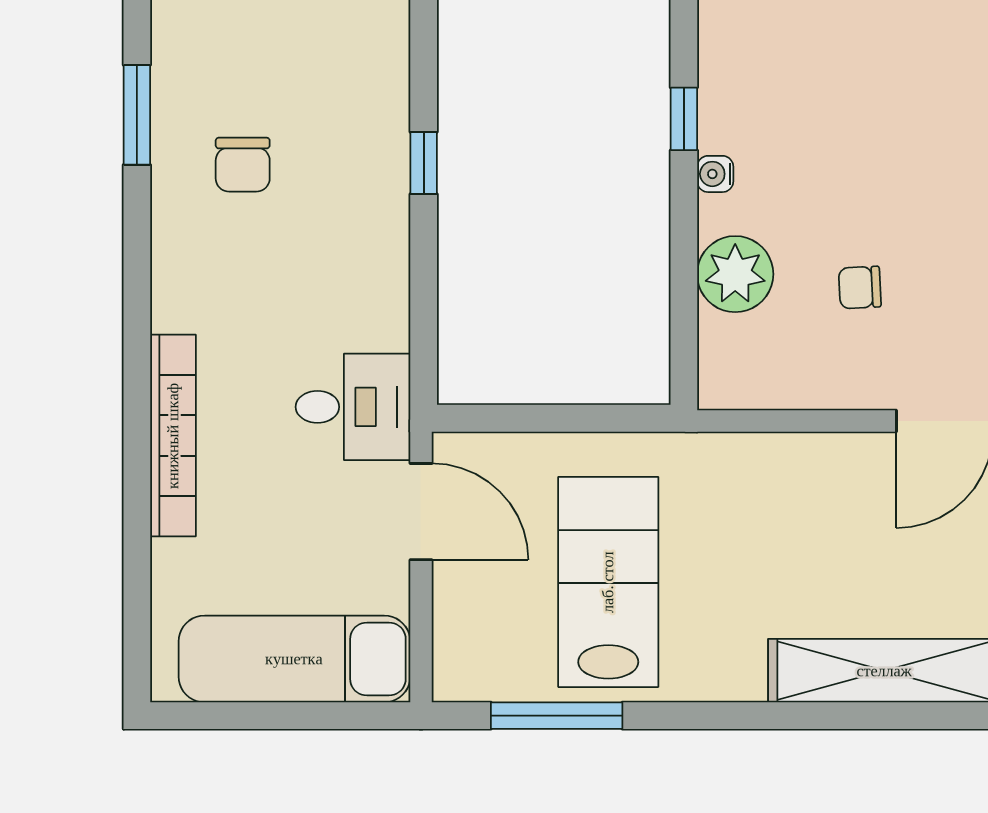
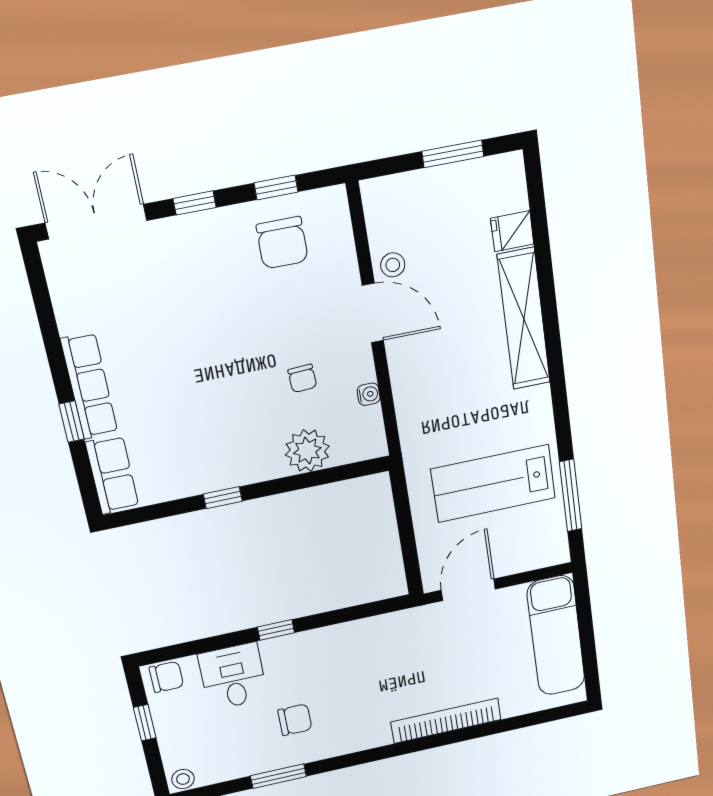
water cooler: (715, 174) -> (369, 394), moved, turned -90
desk: (353, 407) -> (233, 677), moved

